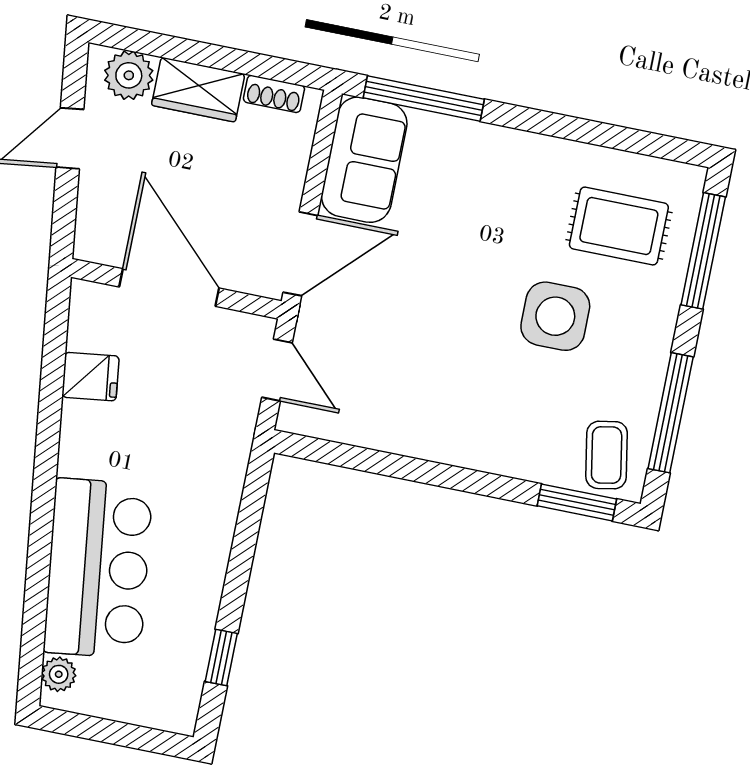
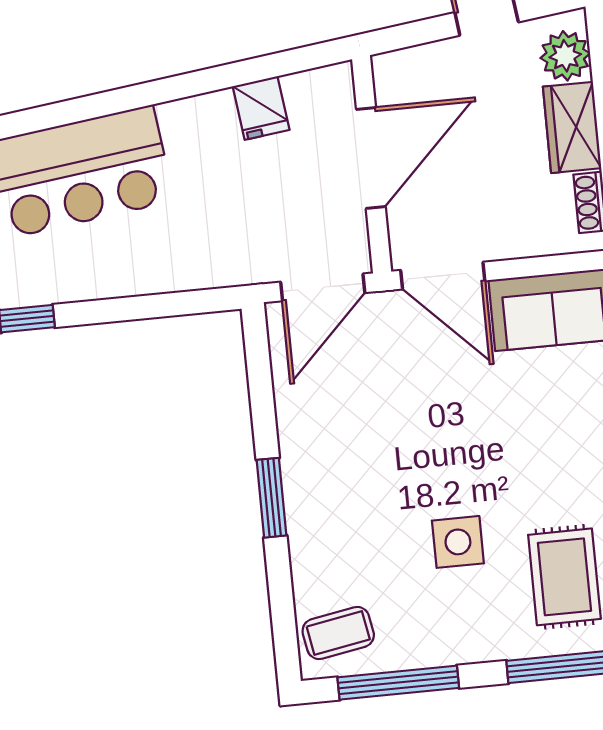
side table: (555, 316) -> (458, 542), width x0.73, depth x0.73
door: (277, 370) -> (323, 287), width x1.38
window: (577, 502) -> (272, 498), moved

